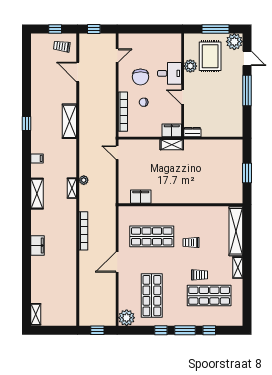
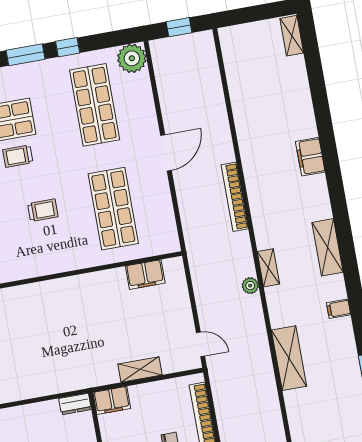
shelving: (69, 121) -> (289, 358), moved
shelving: (172, 145) -> (140, 369), moved
shop shelf: (152, 236) -> (113, 209), turned 90

